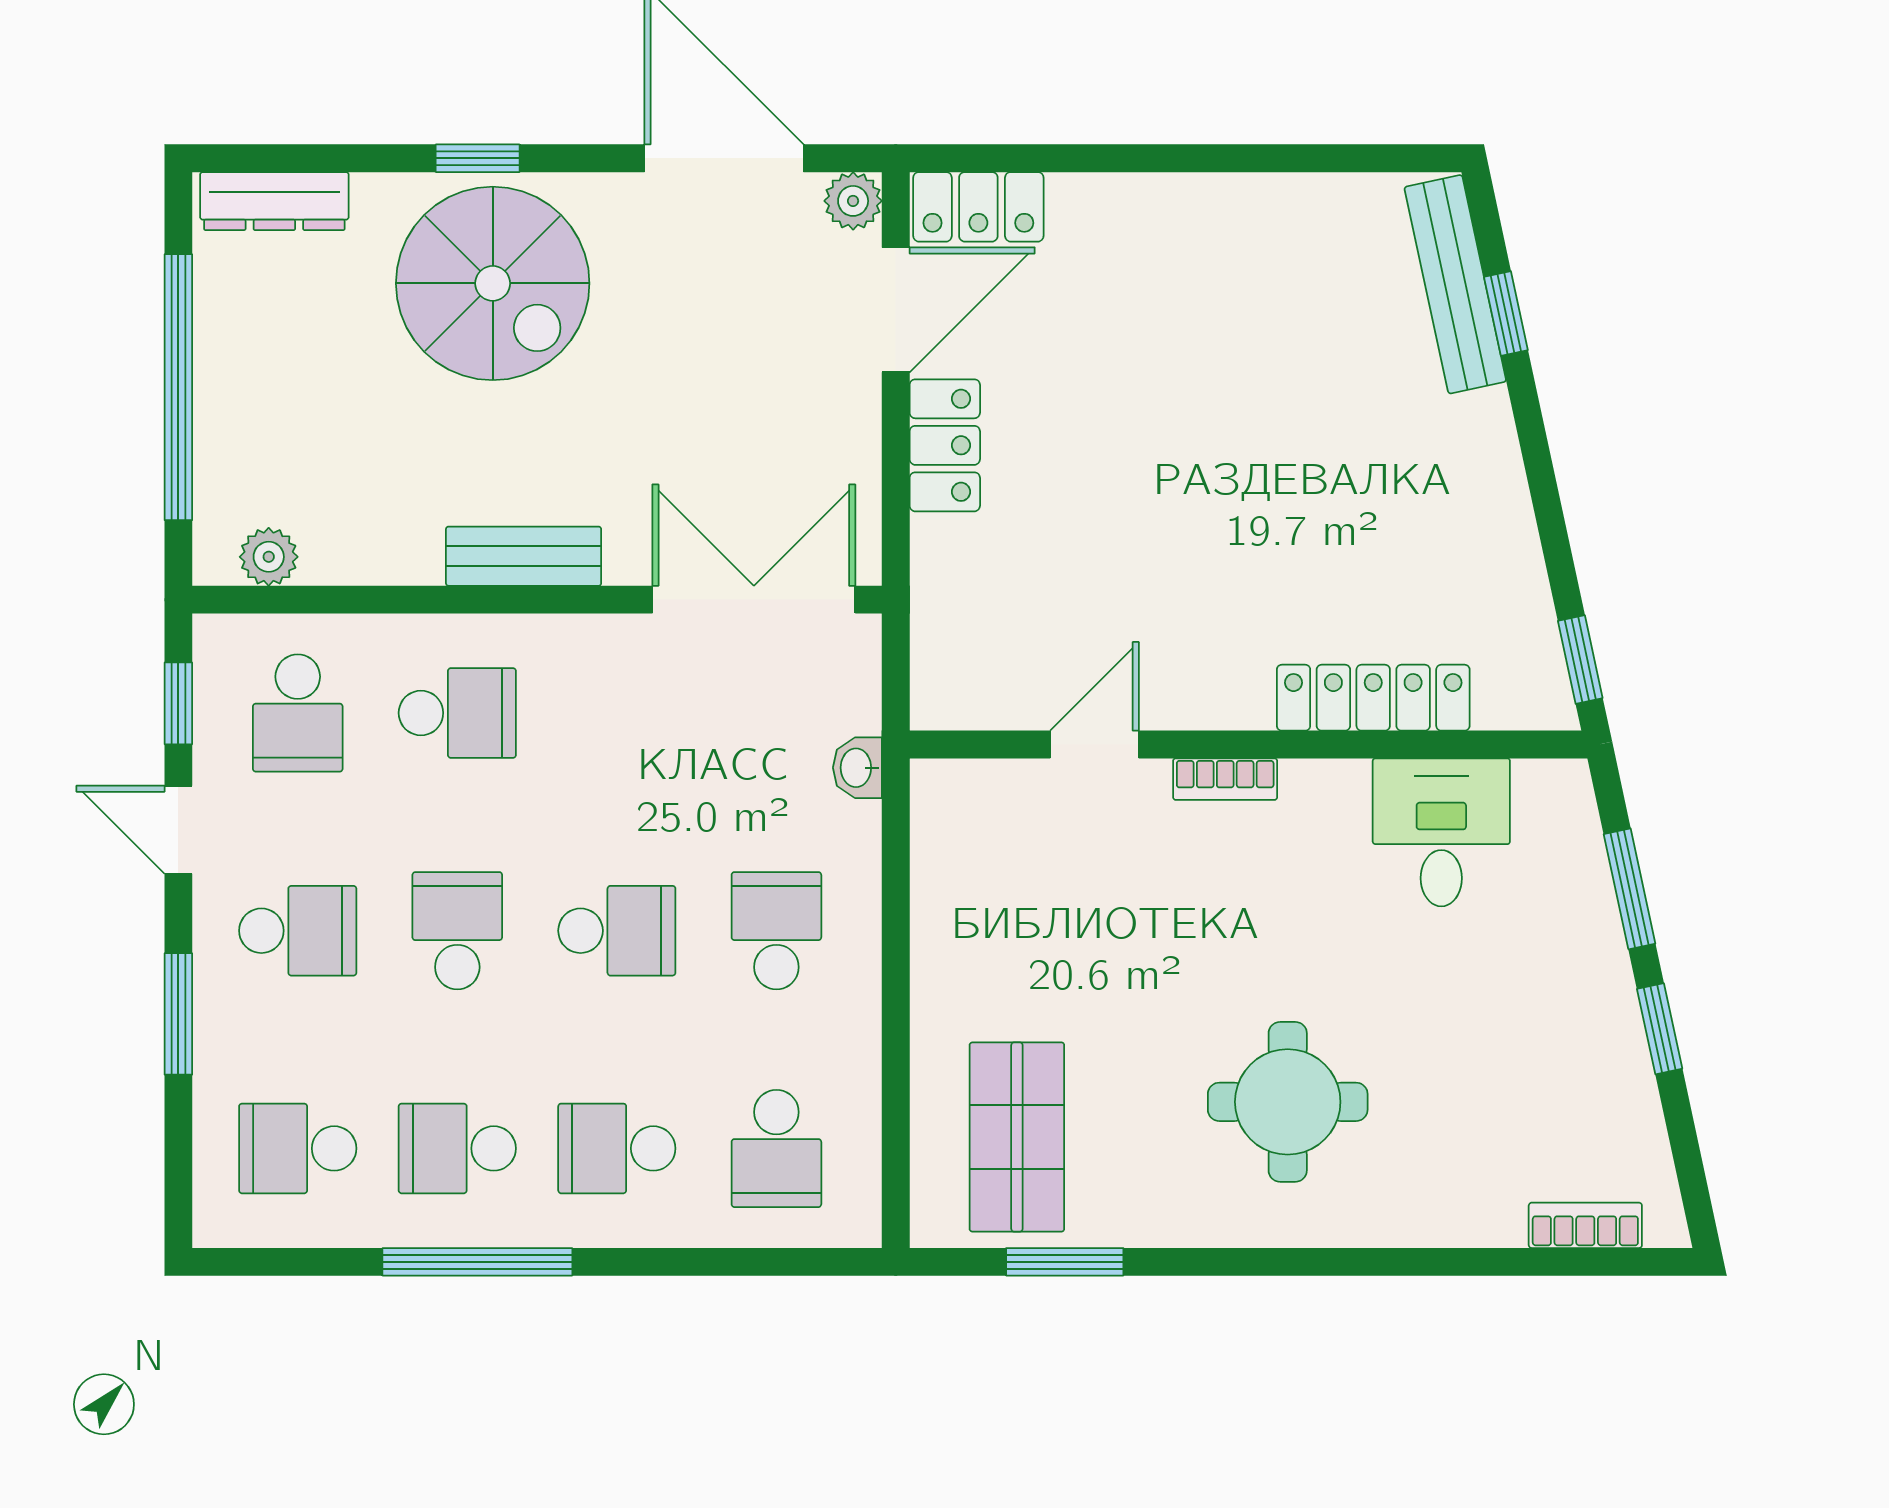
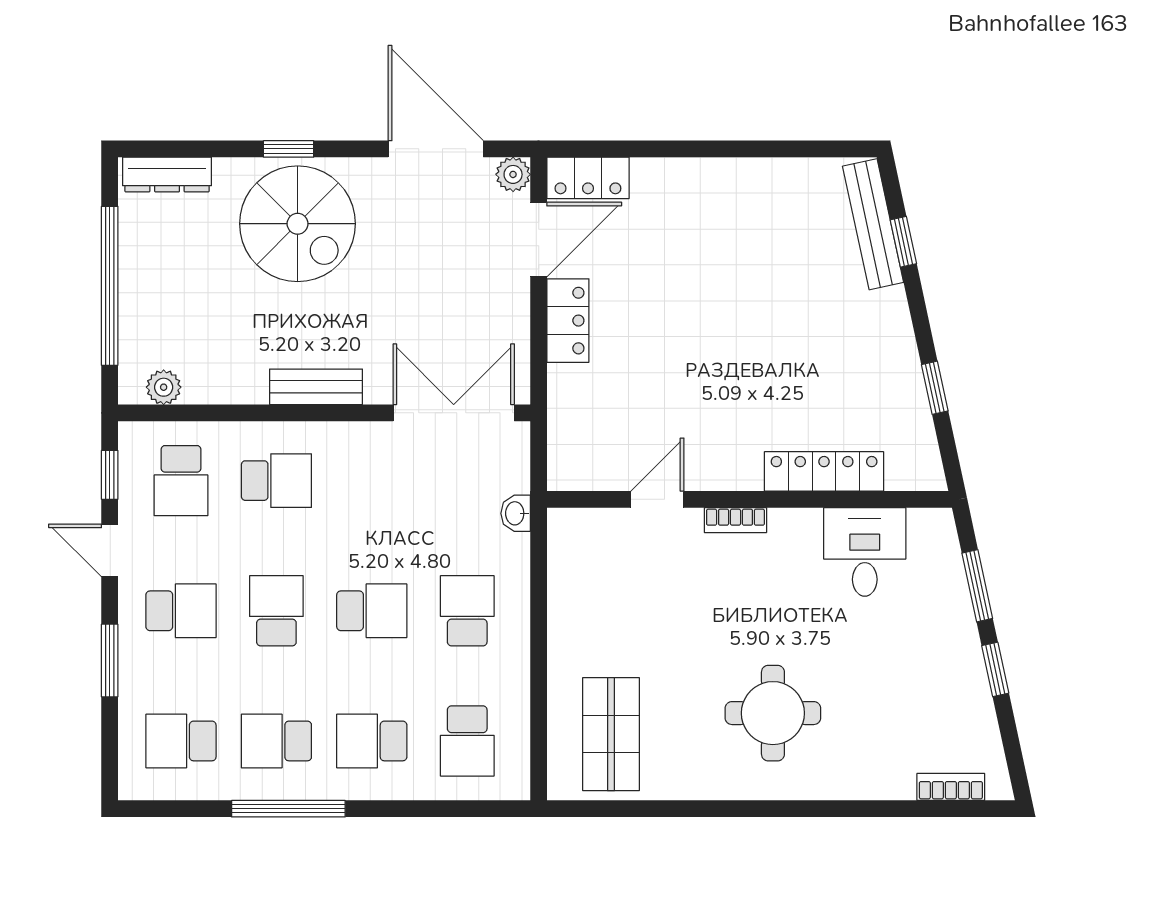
window: (1580, 659) -> (935, 388), moved
window: (1065, 1262) -> (640, 809), removed

